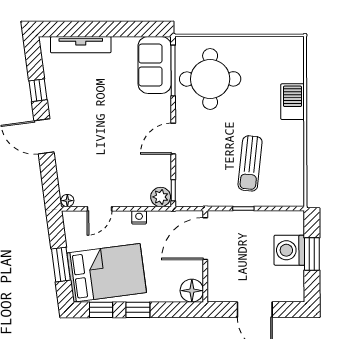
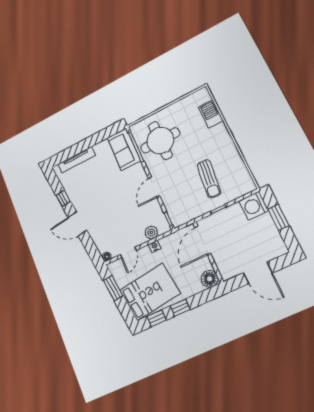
barbecue: (292, 102) -> (211, 114), moved
plant: (161, 197) -> (151, 232), moved
washing machine: (289, 250) -> (254, 206), moved
window: (61, 265) -> (113, 288), moved

